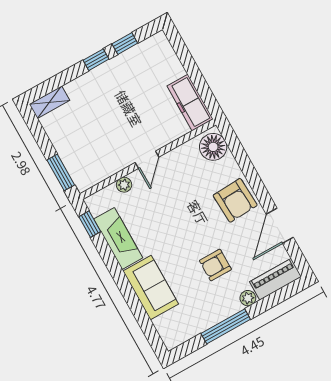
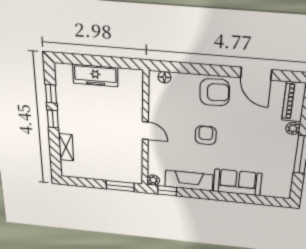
shelving: (49, 102) -> (66, 147), moved
freezer: (190, 103) -> (95, 75), moved
floor lamp: (213, 147) -> (164, 77), width x0.53, depth x0.53
plant: (124, 185) -> (153, 180), moved
armchair: (215, 265) -> (206, 135), moved, turned 180

